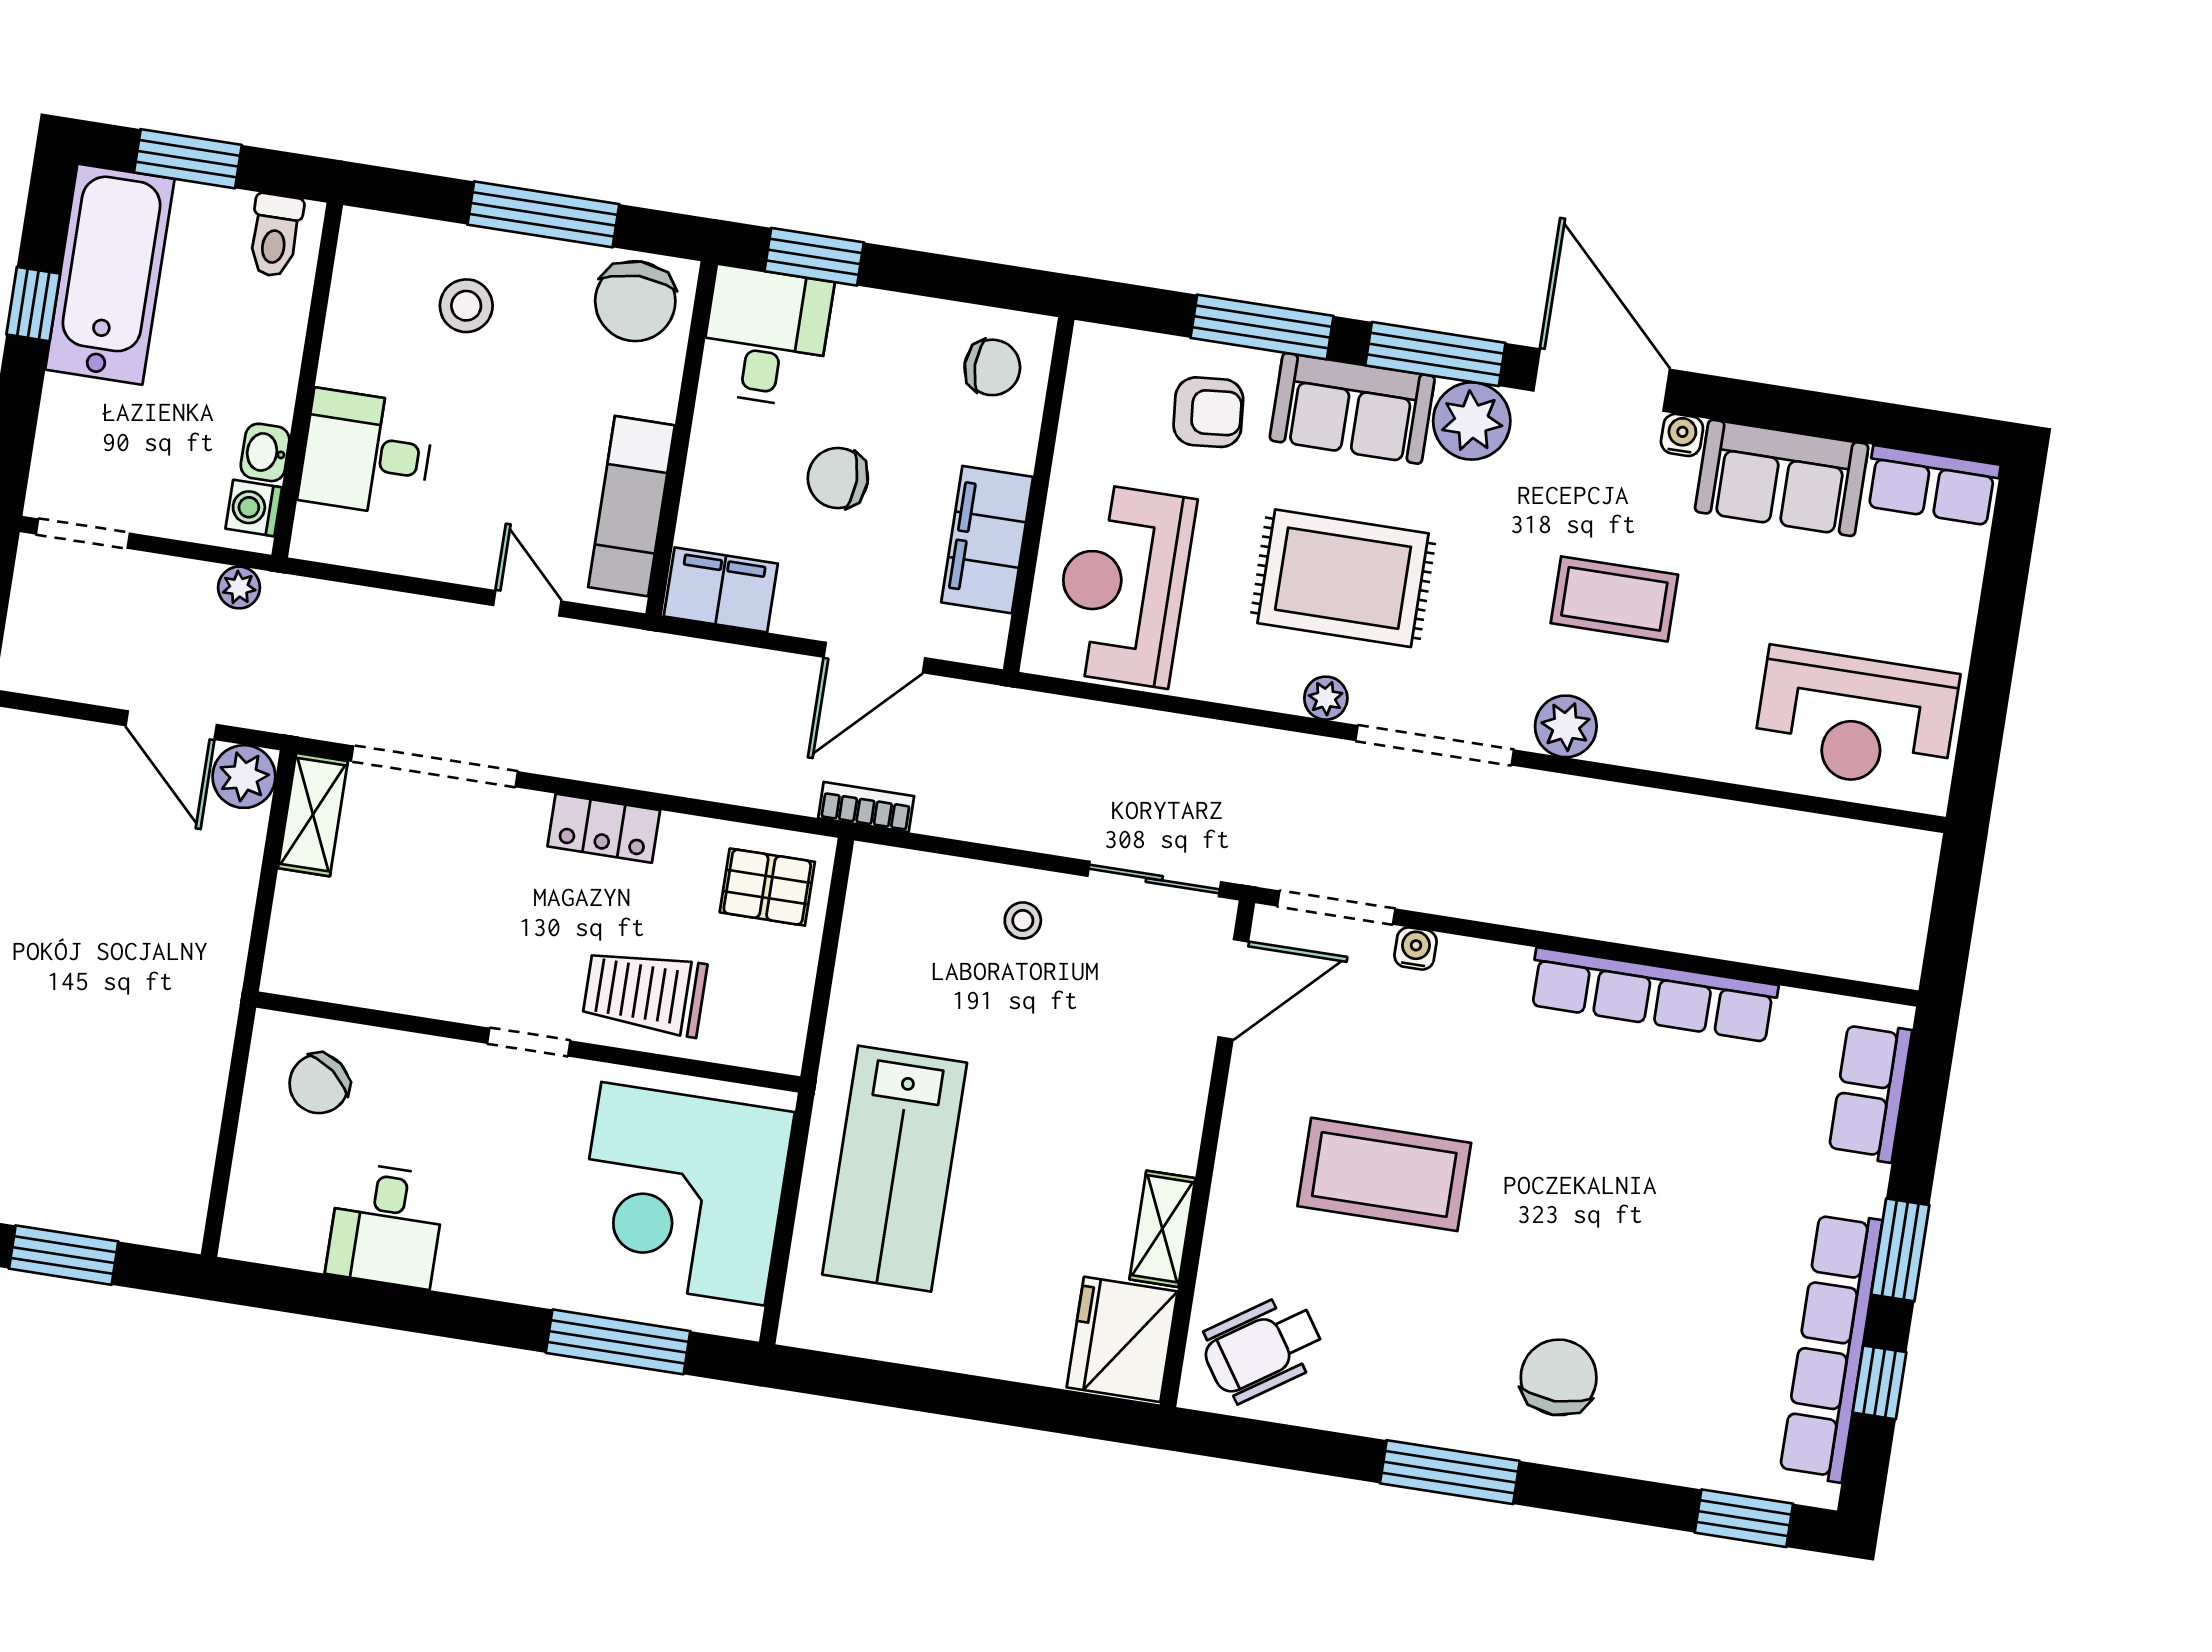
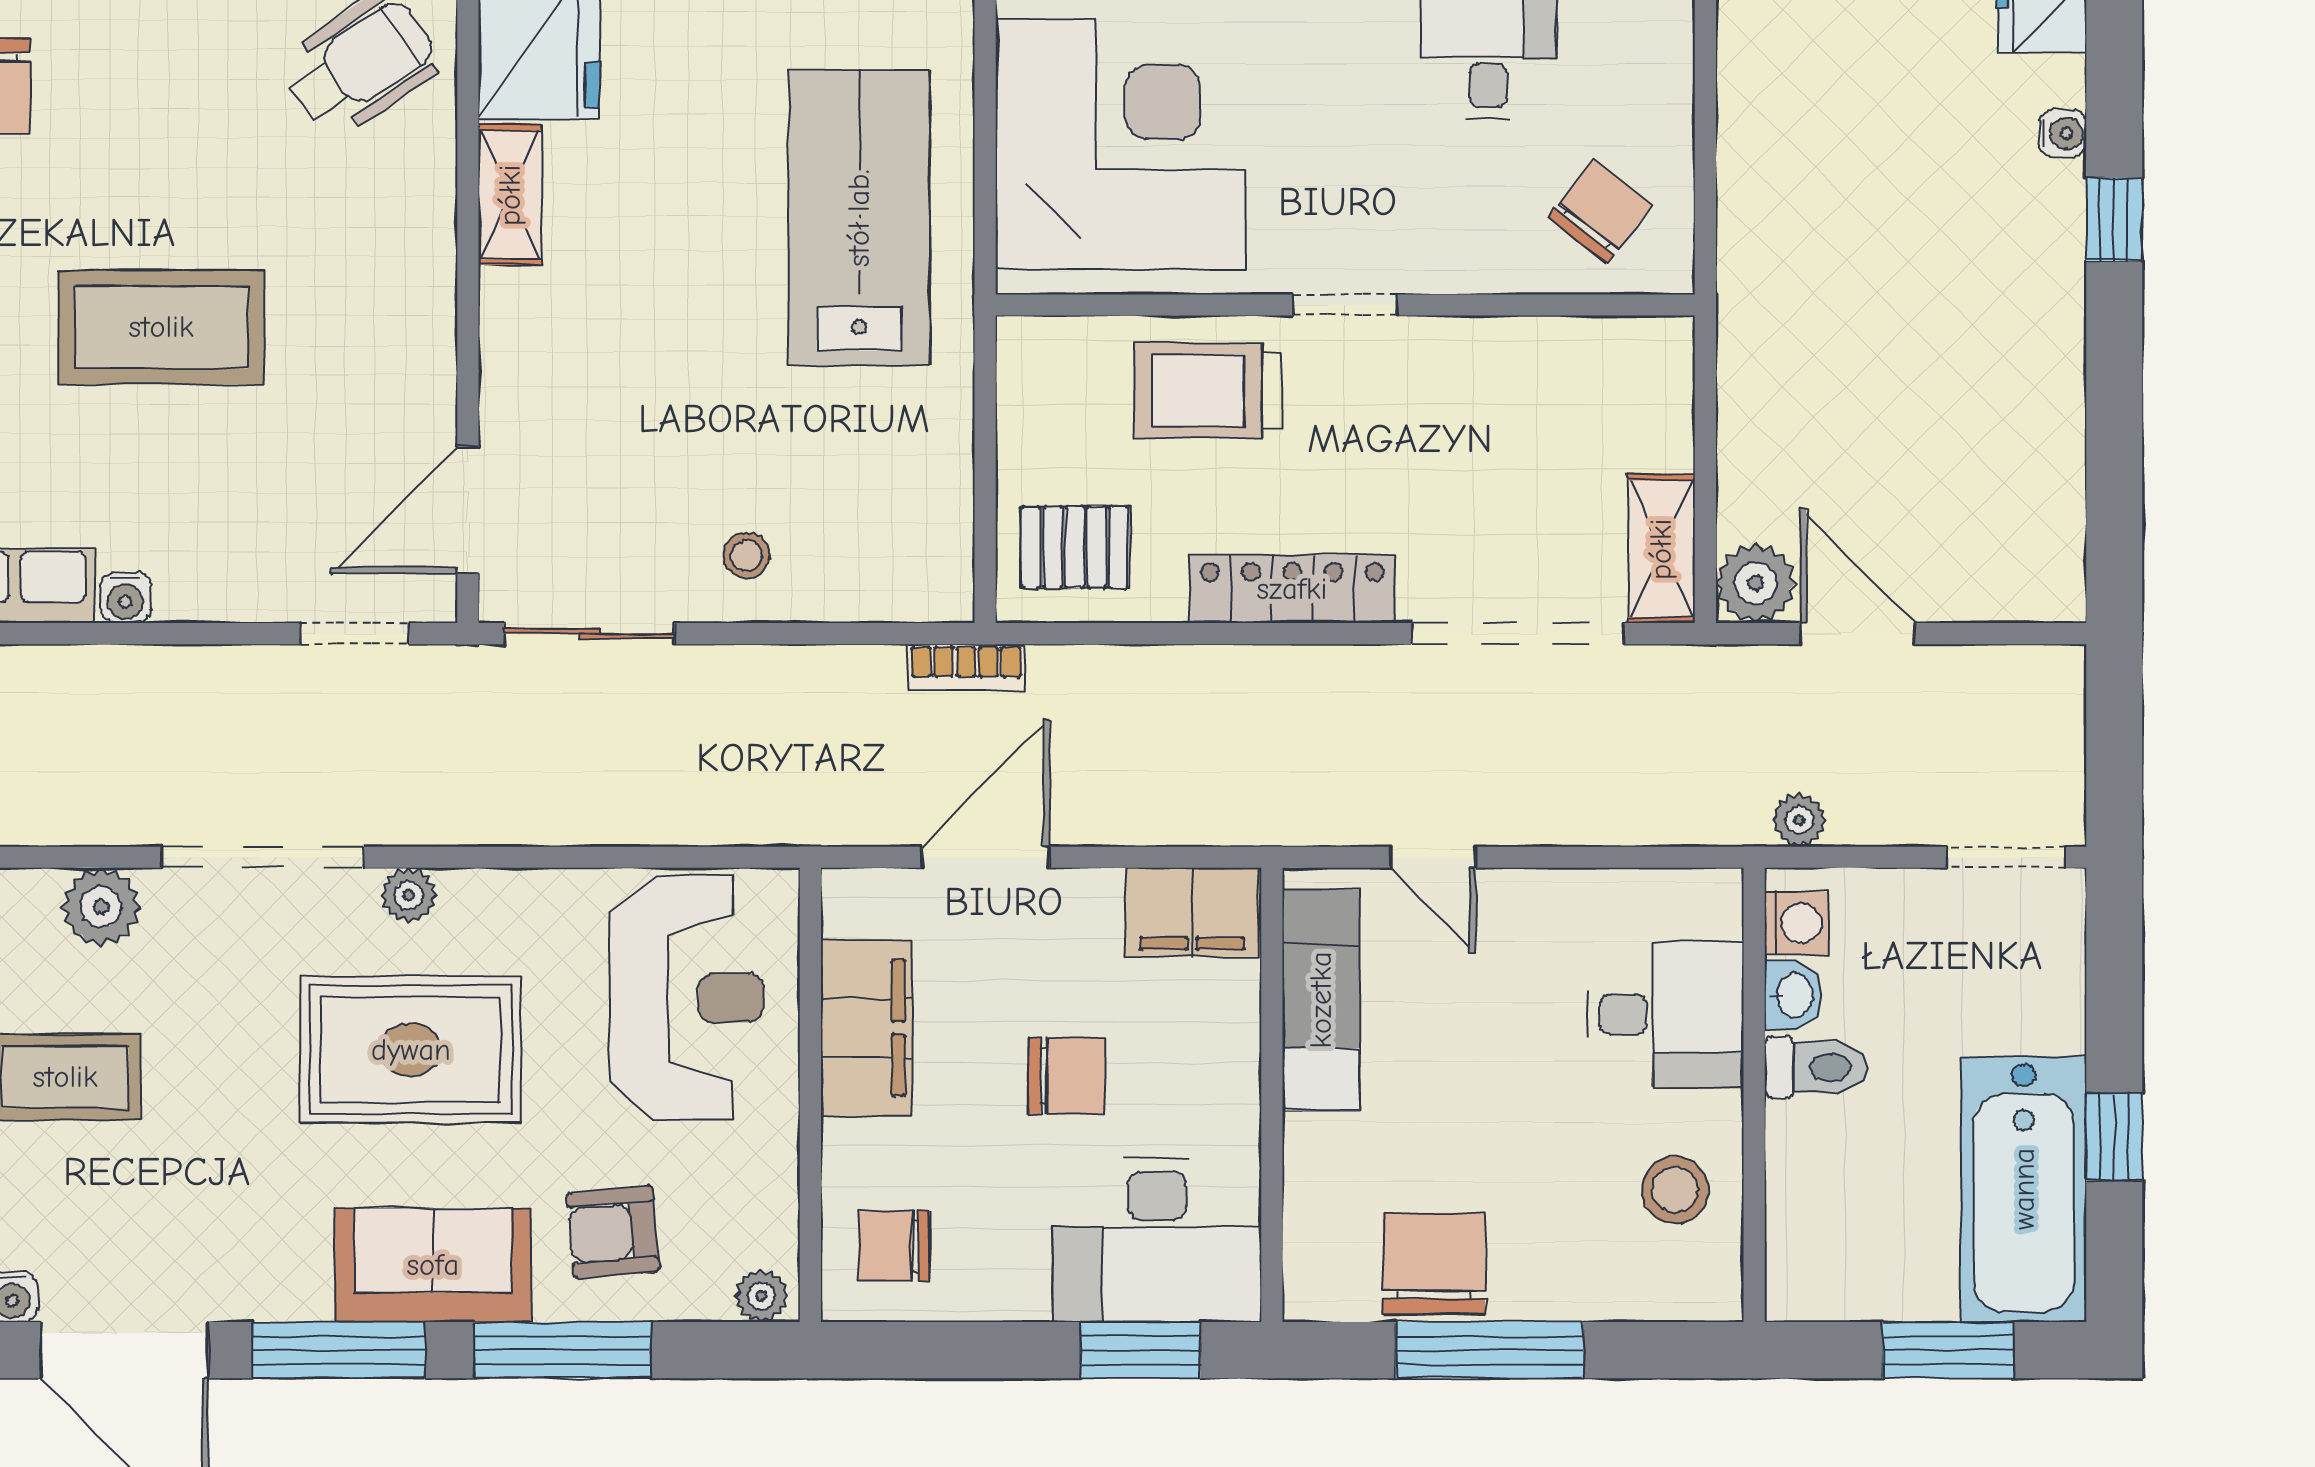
toilet: (275, 235) -> (1816, 1067), moved, turned 90
chair: (635, 301) -> (1434, 1264), moved
stool: (466, 306) -> (1675, 1190), moved
desk: (766, 337) -> (1157, 1240), width x1.37
plant: (1472, 421) -> (761, 1296), moved, width x0.53, depth x0.53
locker: (604, 828) -> (1292, 589), width x1.53
doorway: (1336, 908) -> (354, 634), width x0.73
water cooler: (1416, 948) -> (125, 598), moved
trolley: (645, 992) -> (1209, 390), turned 180
coffee table: (1384, 1174) -> (161, 327), moved

